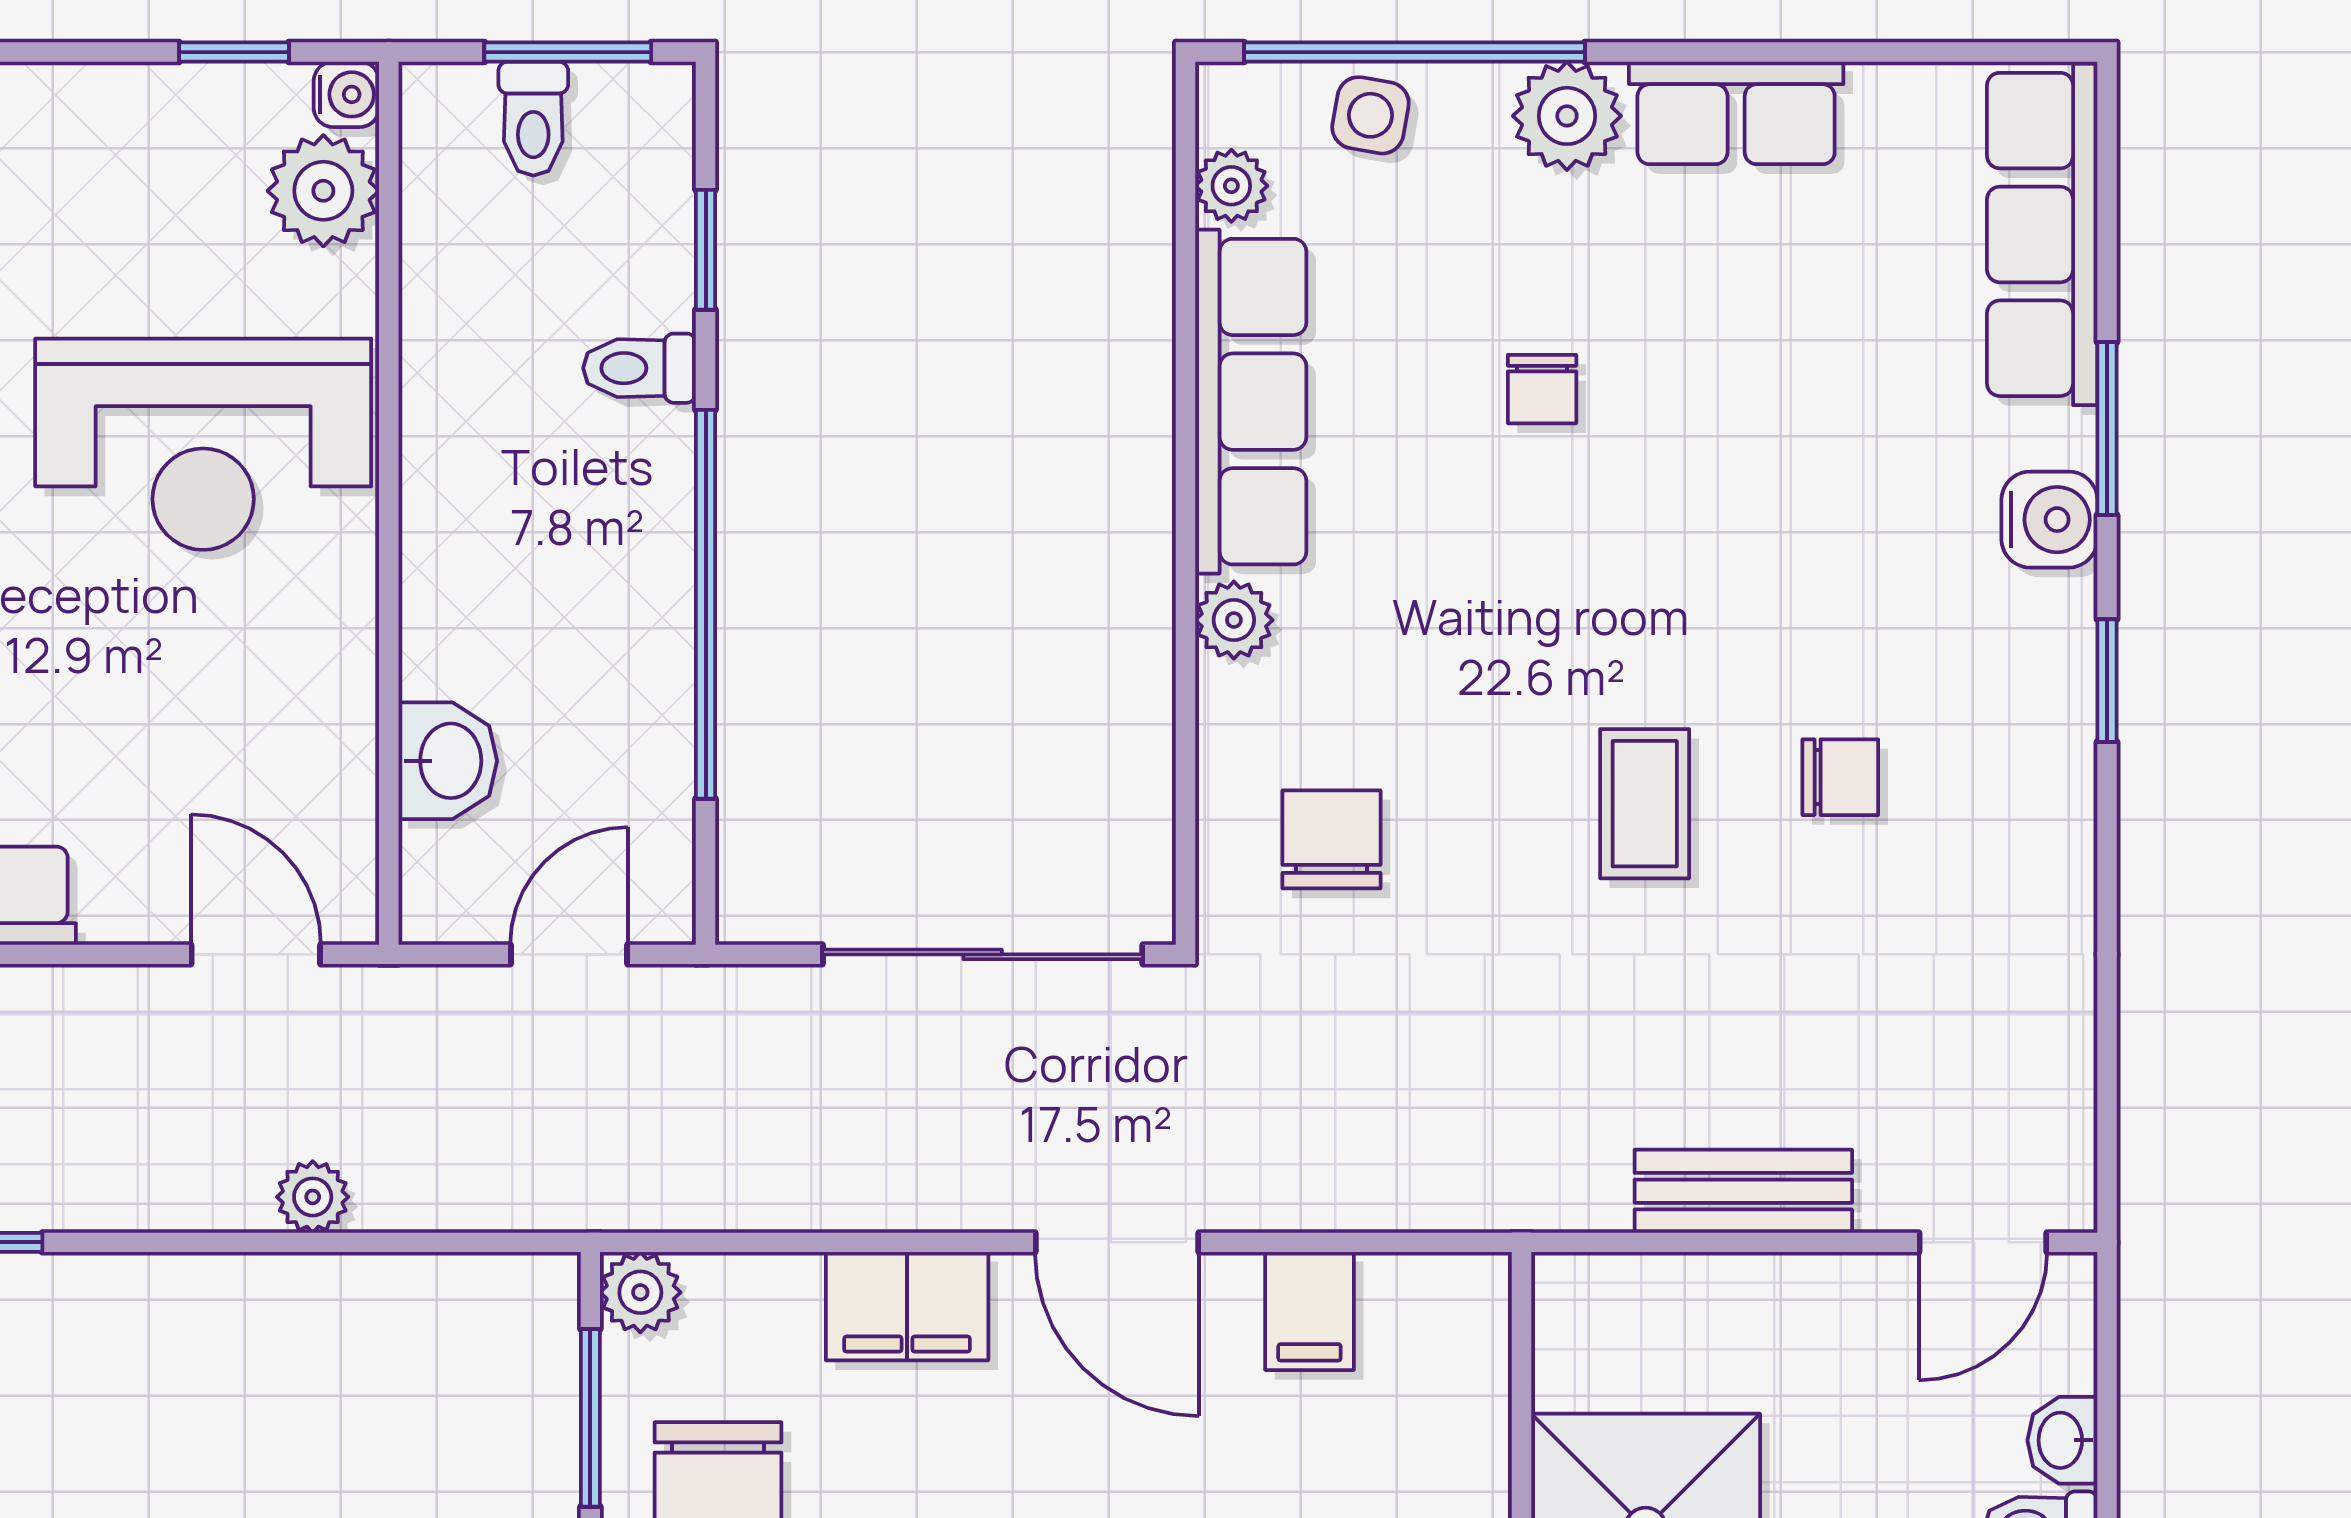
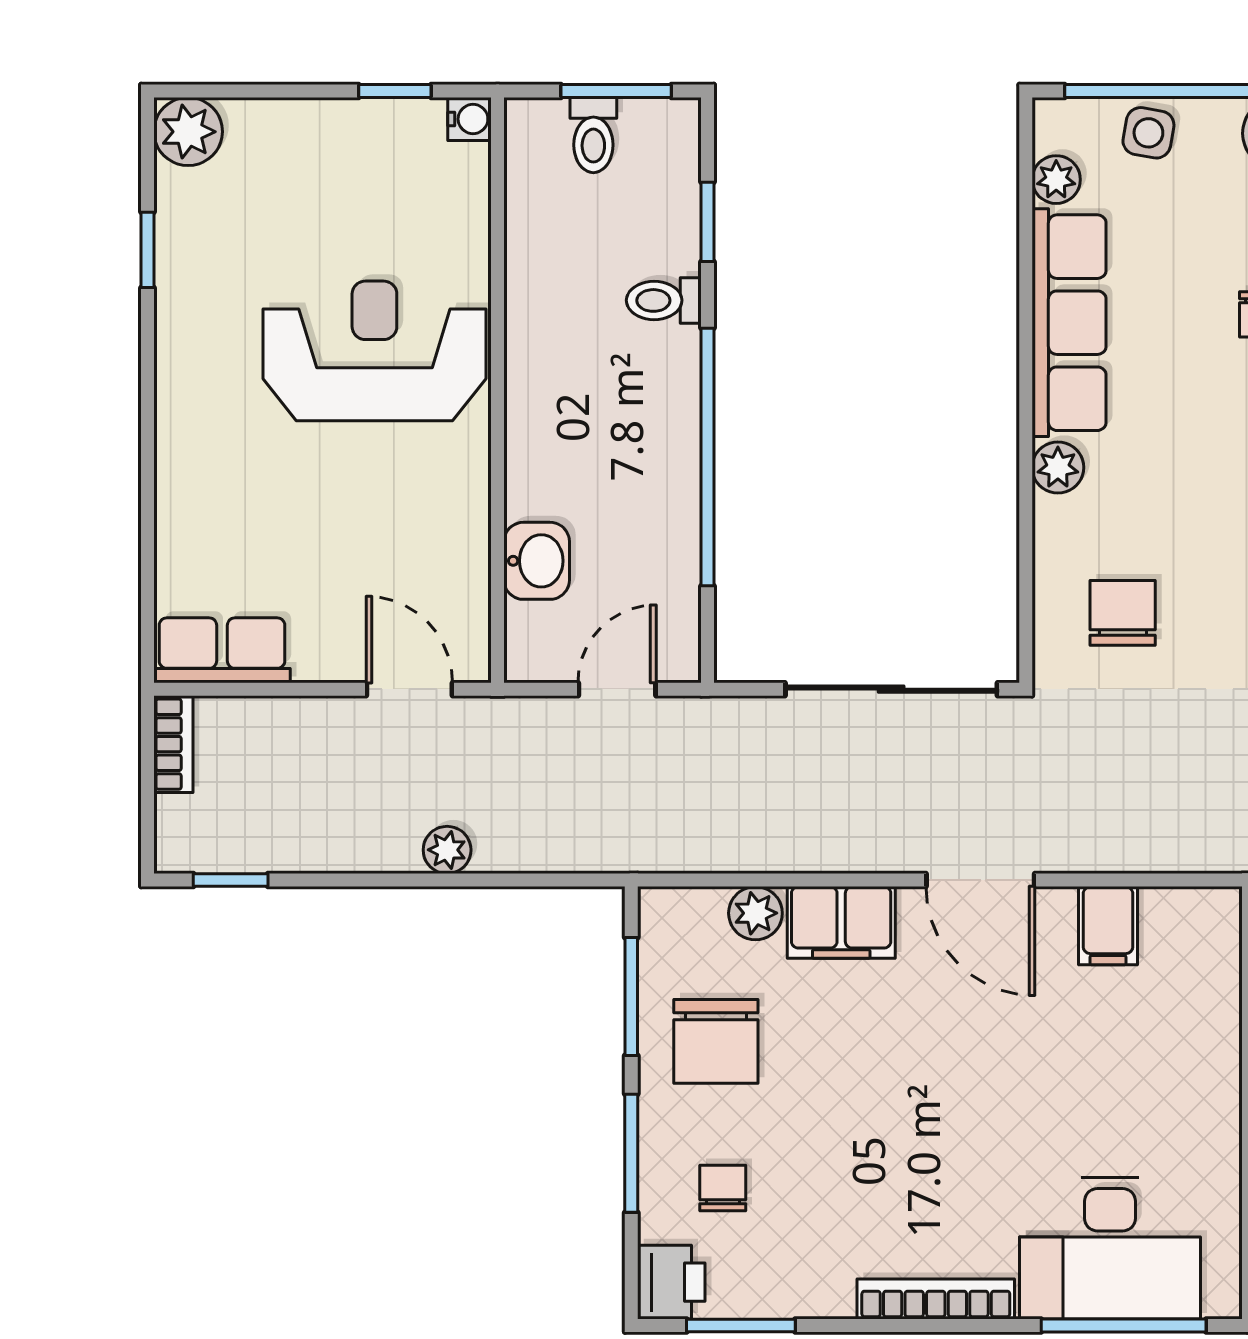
plant: (323, 191) -> (454, 183), removed
reception desk: (203, 444) -> (374, 351), turned 180
plant: (640, 1292) -> (755, 913), moved

